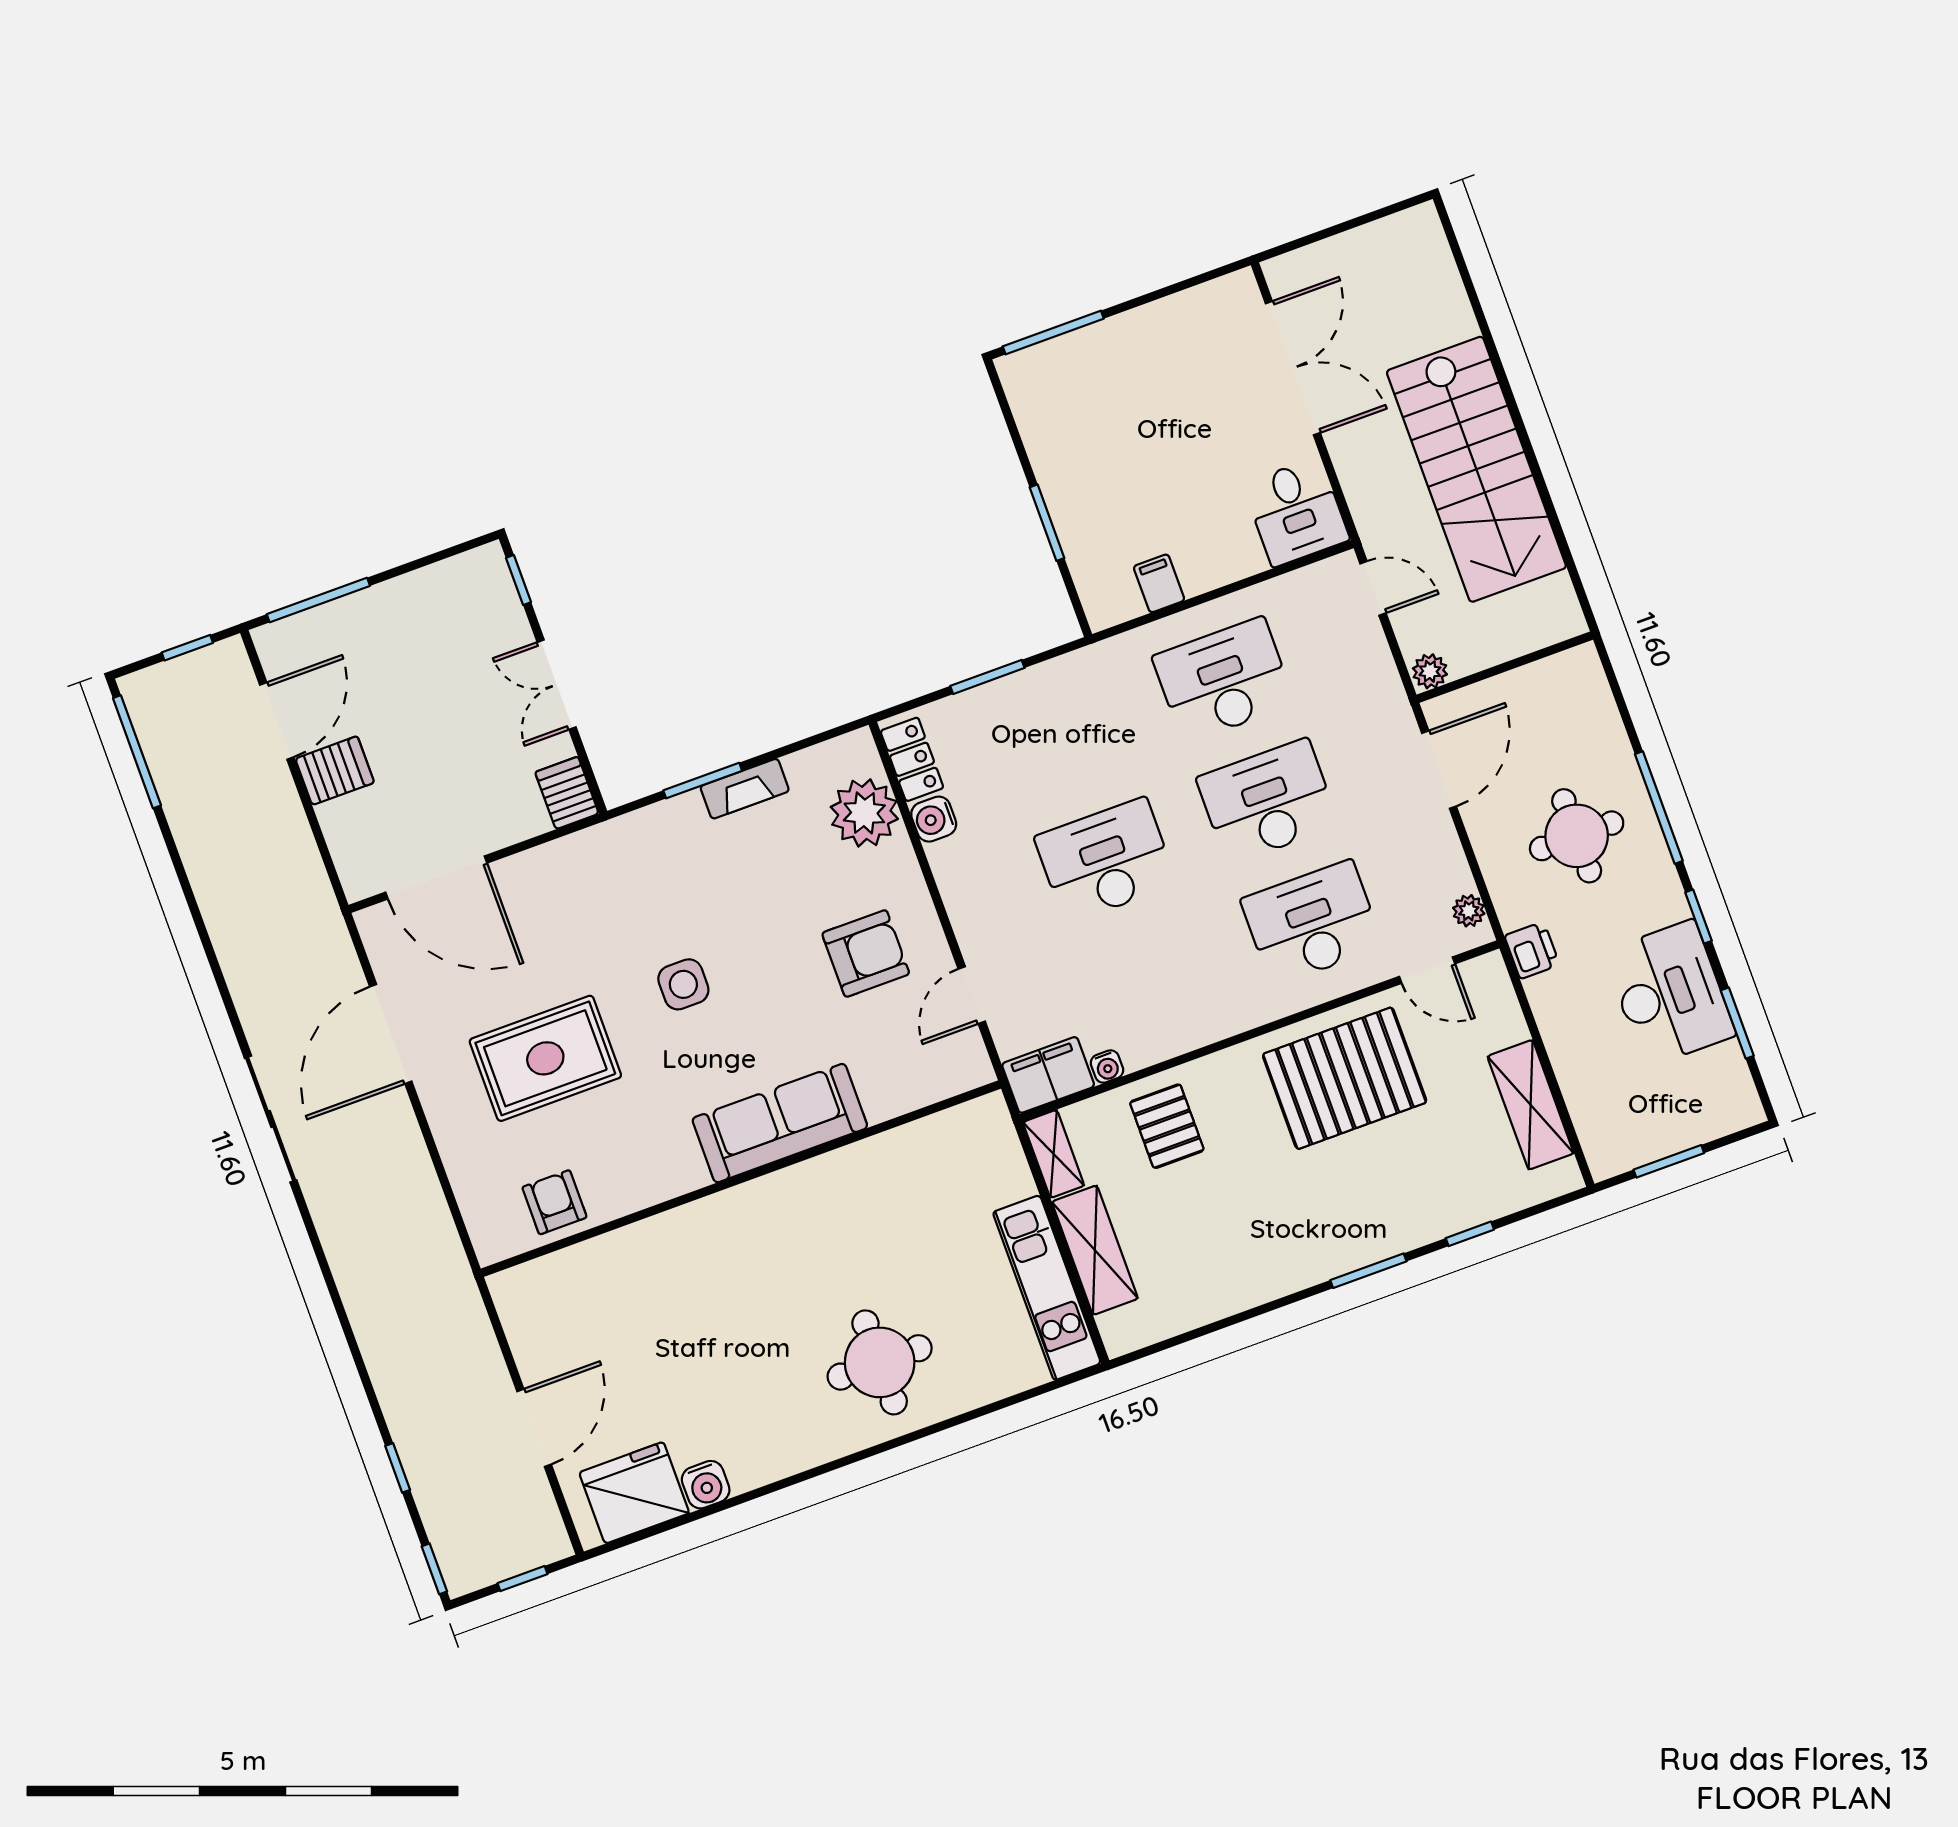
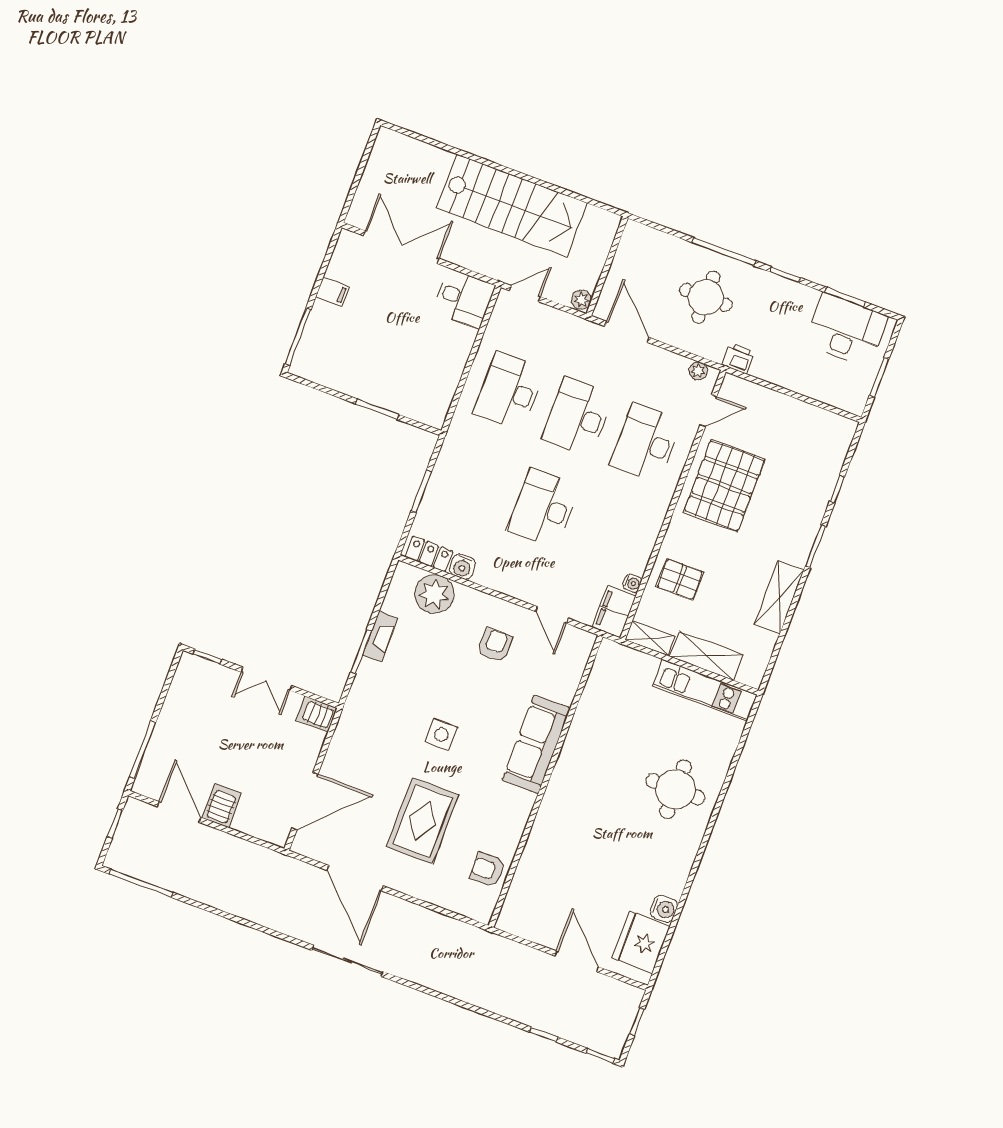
filing cabinet: (1159, 583) -> (332, 292), moved, turned 180
armchair: (866, 953) -> (495, 645), width x0.72, depth x0.72
desk: (1669, 993) -> (846, 330), moved
shelving: (1531, 1105) -> (779, 597), moved, turned 90

